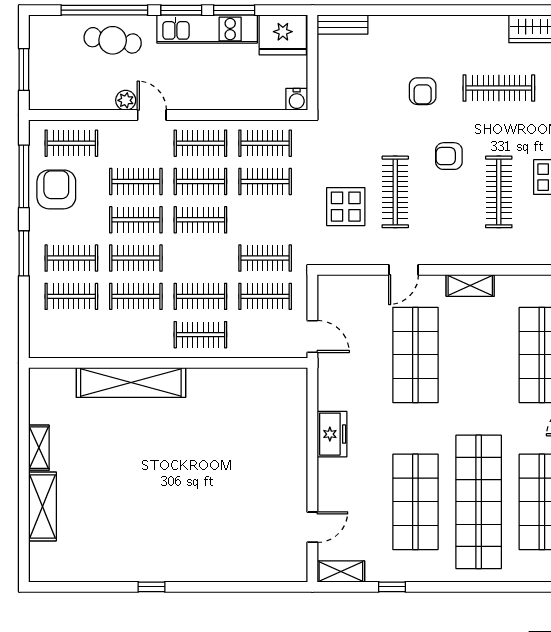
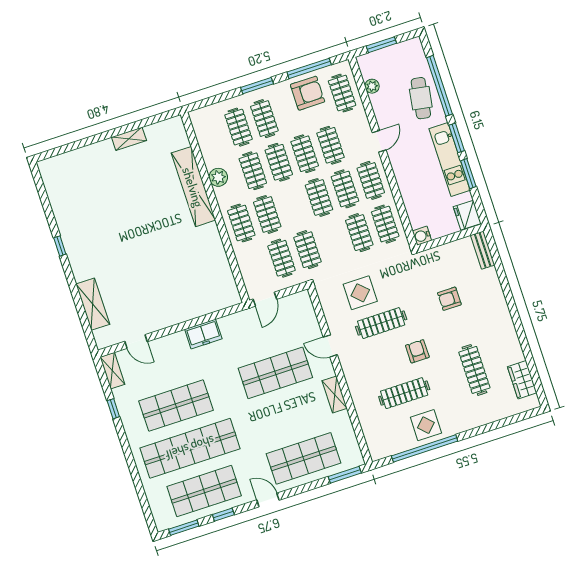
fridge: (283, 35) -> (467, 215), width x0.73, depth x0.75
armchair: (423, 91) -> (449, 299), moved
plant: (126, 100) -> (372, 86), moved
plant: (129, 345) -> (218, 177), added
shelving: (42, 506) -> (93, 304), moved, turned 90

